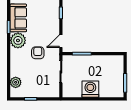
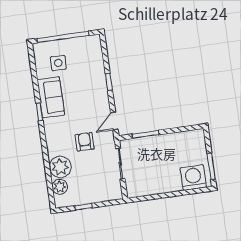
plant: (18, 40) -> (60, 167), moved
washing machine: (90, 89) -> (193, 178), moved

